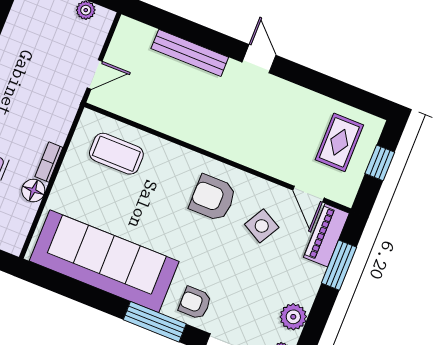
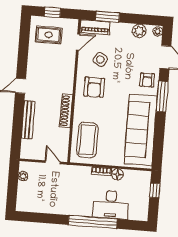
shoe rack: (185, 131) -> (66, 111), added
coffee table: (116, 154) -> (87, 140), width x1.36, depth x1.32

